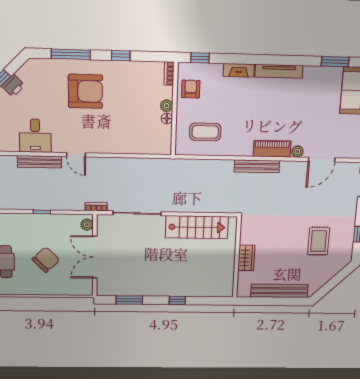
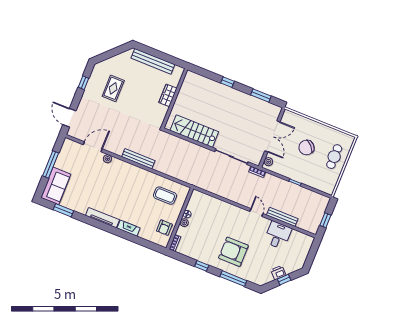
window: (200, 58) -> (151, 246), removed
piano: (272, 149) -> (124, 167), removed

